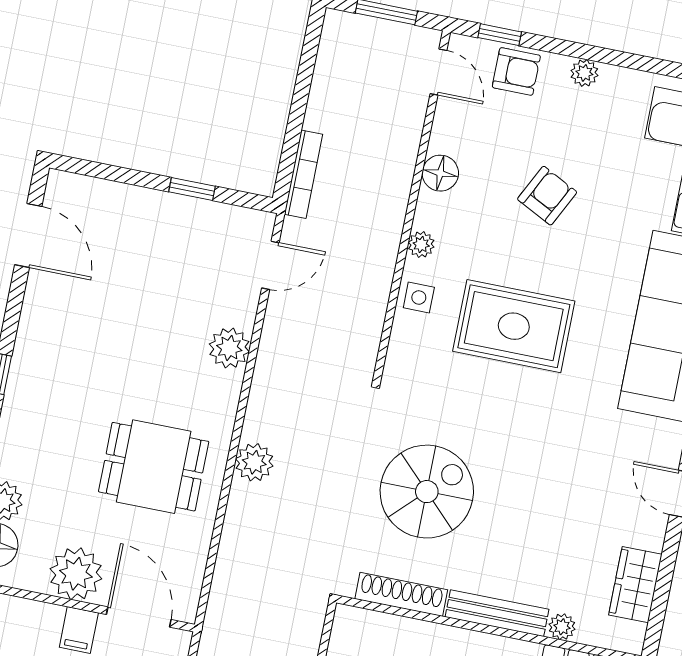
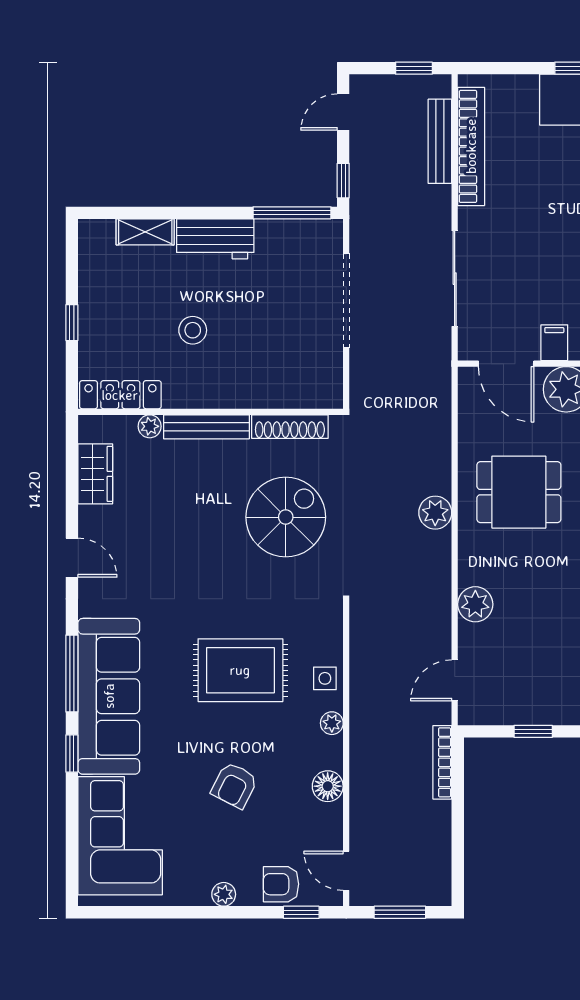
spiral stairs: (427, 492) -> (286, 517), turned 180

